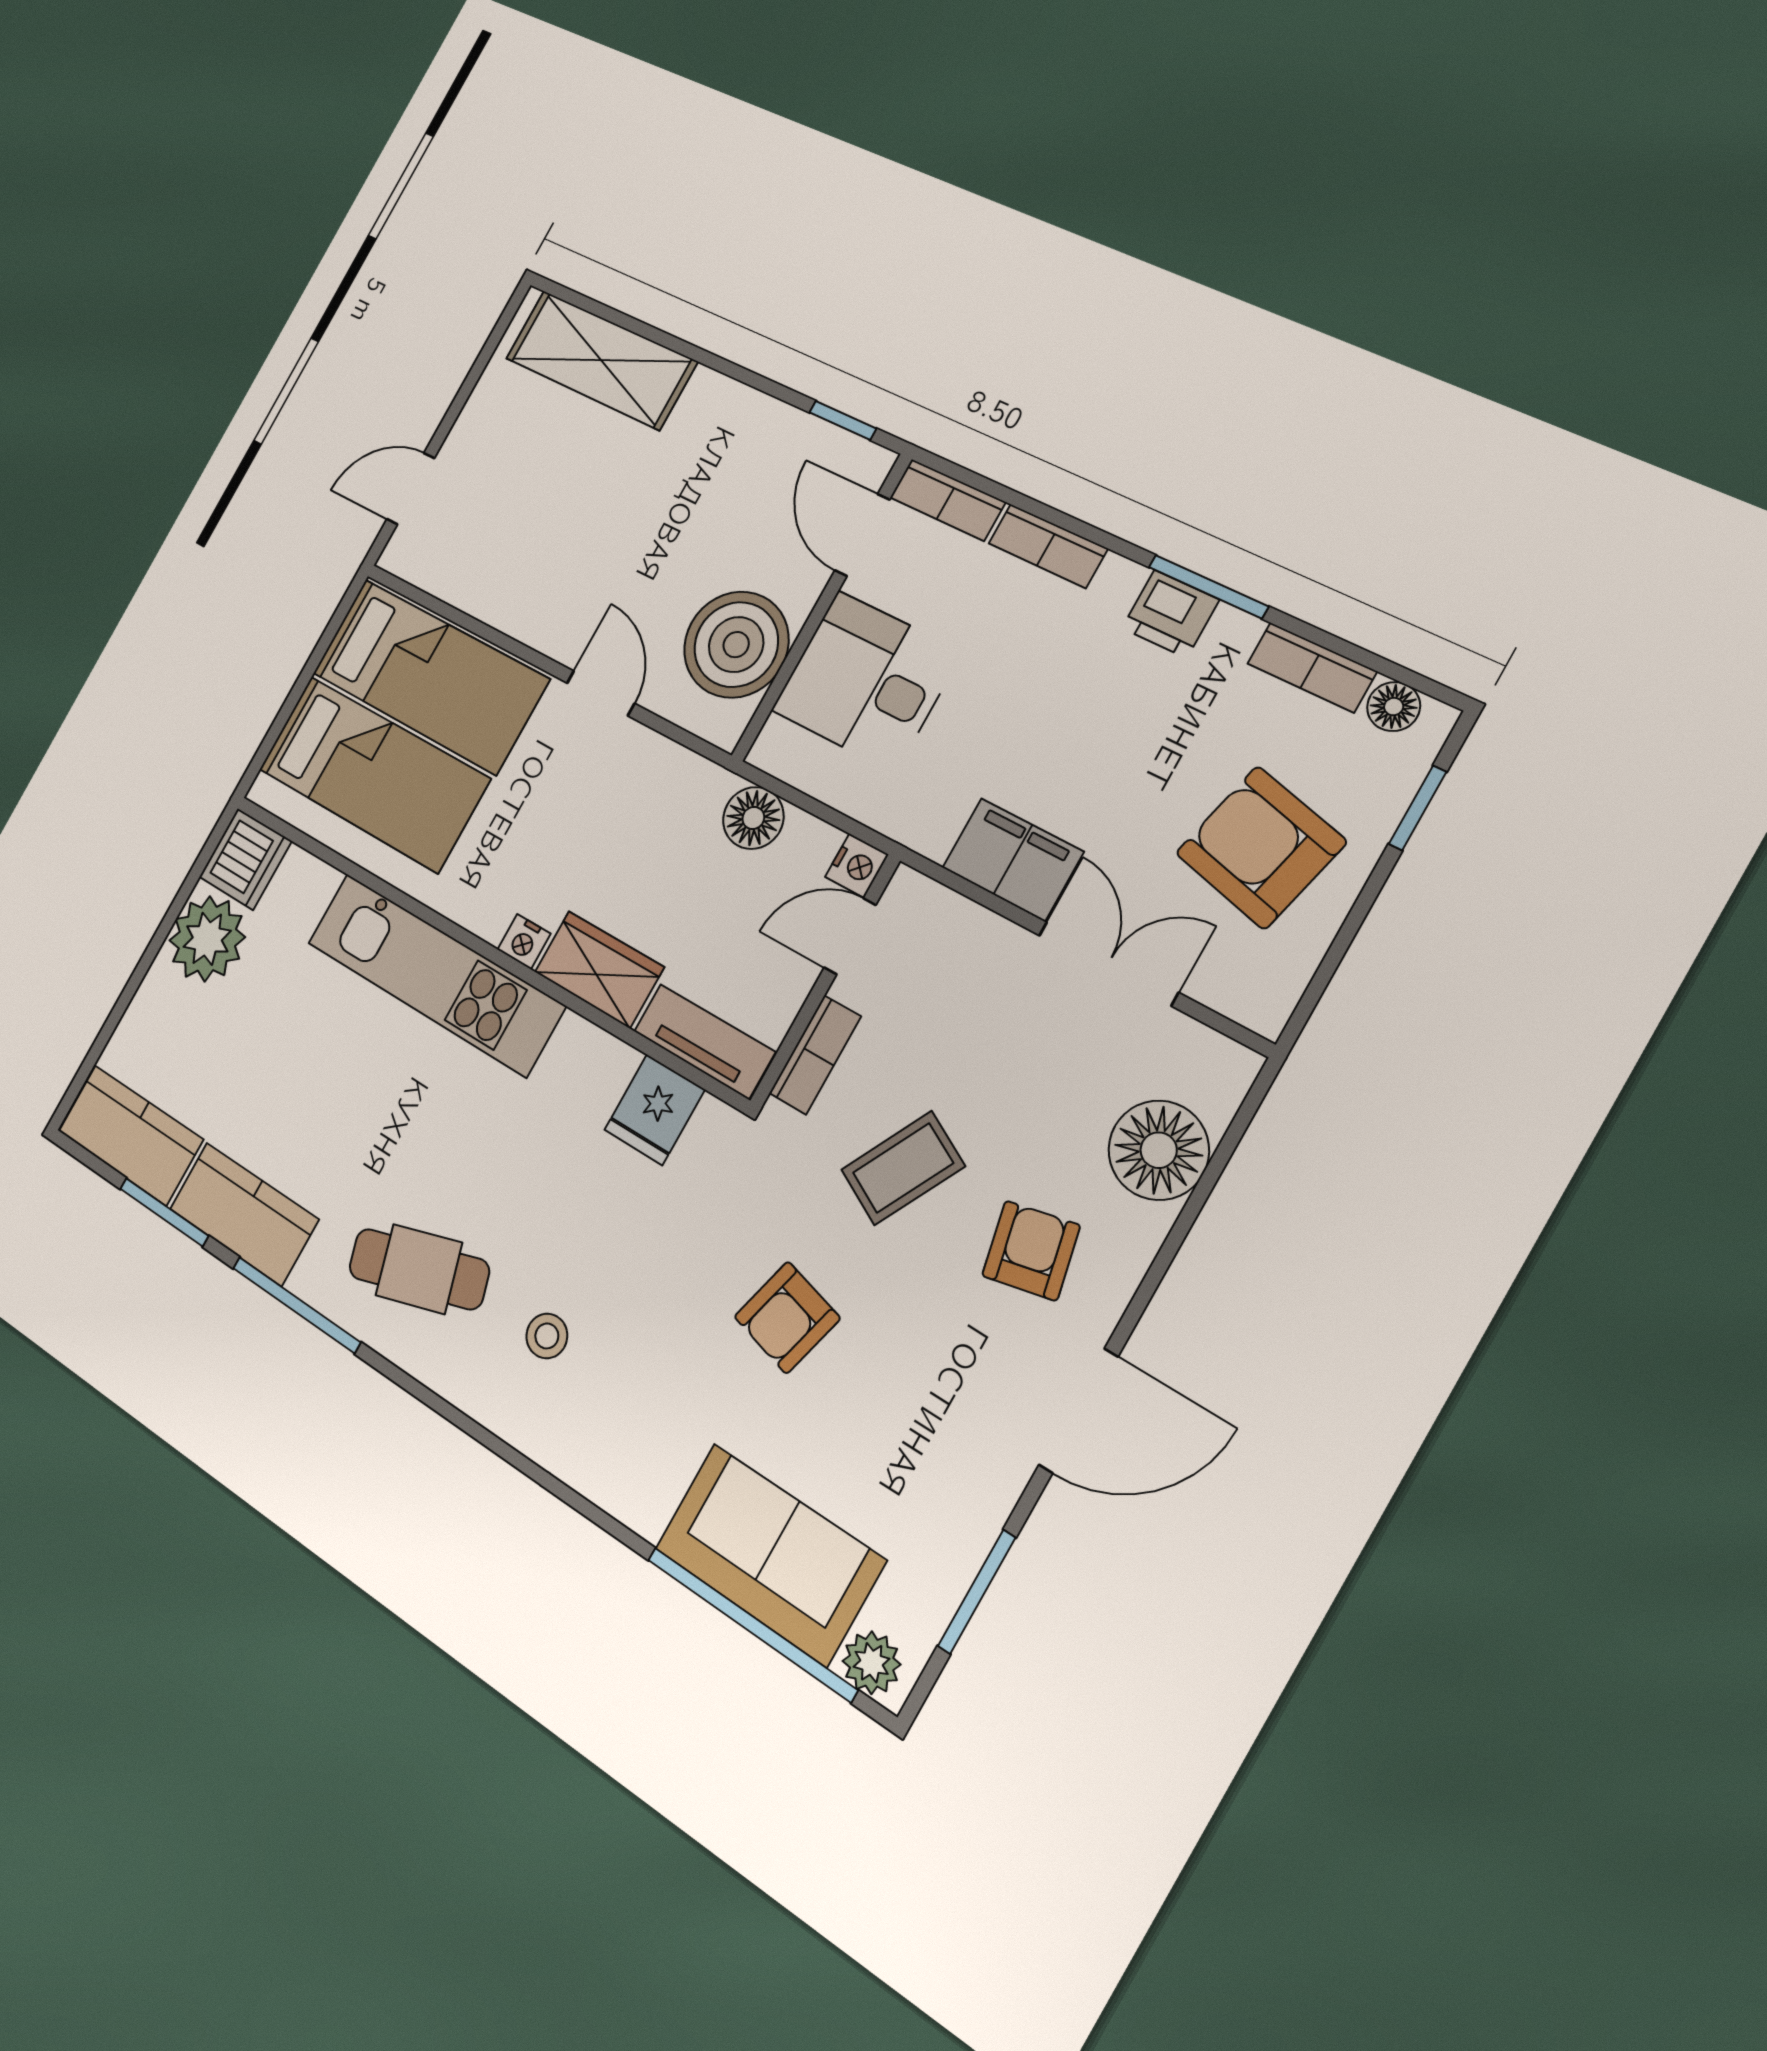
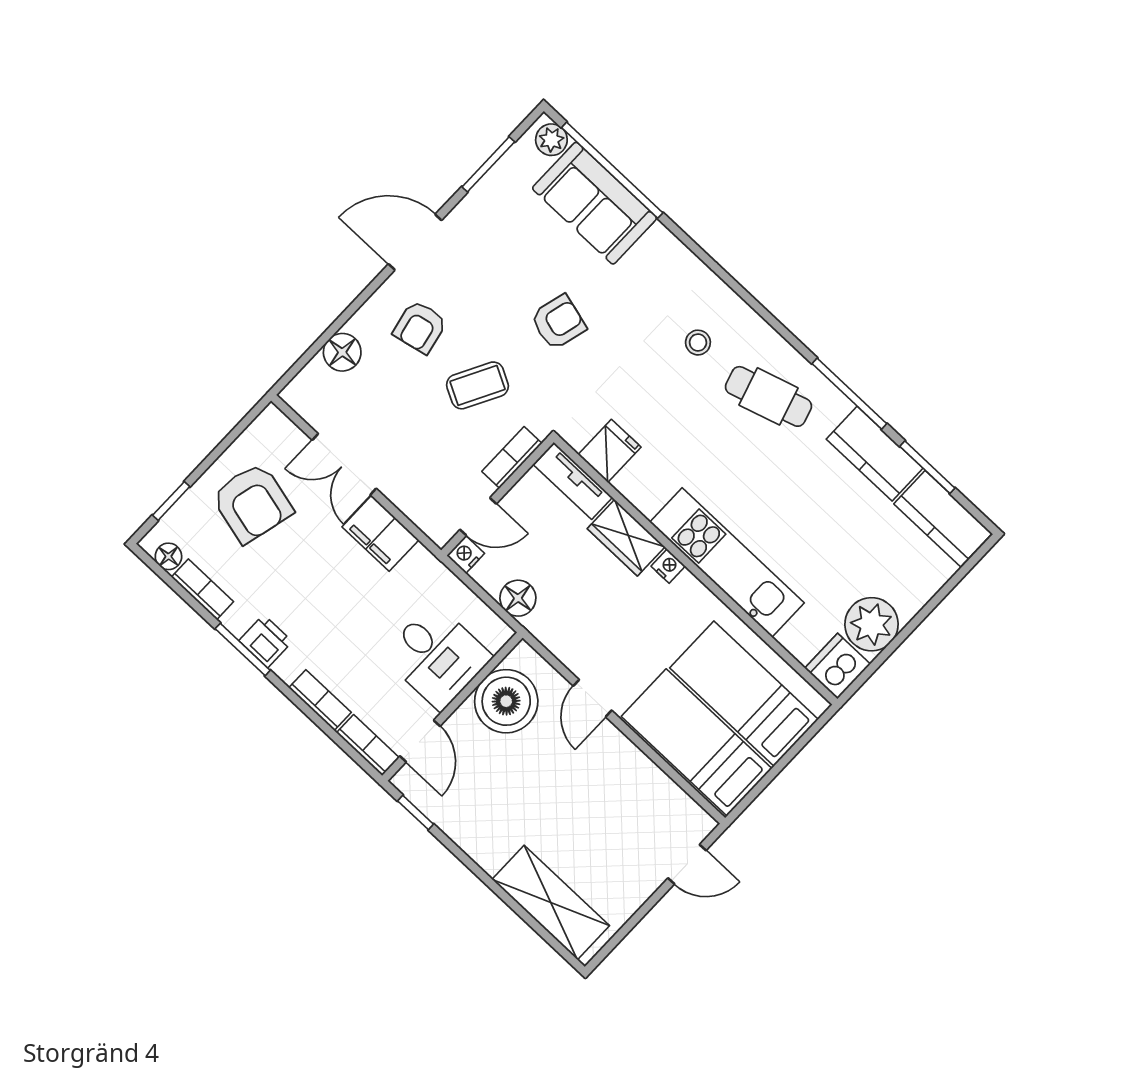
floor lamp: (1159, 1150) -> (342, 352), width x0.73, depth x0.73

